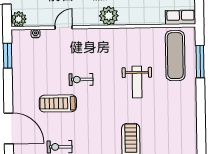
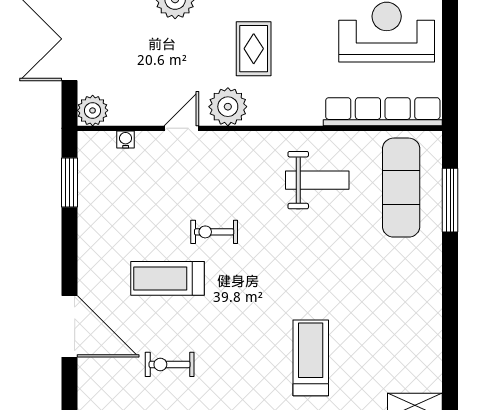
plant: (109, 16) -> (228, 107), moved
row of seats: (180, 17) -> (383, 112), width x2.02
weight bench: (137, 82) -> (317, 180), moved, turned -90

